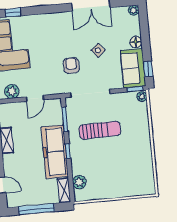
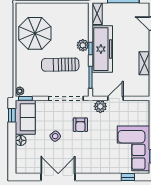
plant: (134, 10) -> (20, 169), removed
plant: (12, 91) -> (100, 106), moved
parasol: (131, 162) -> (35, 33), added
plant: (79, 182) -> (83, 45), moved

